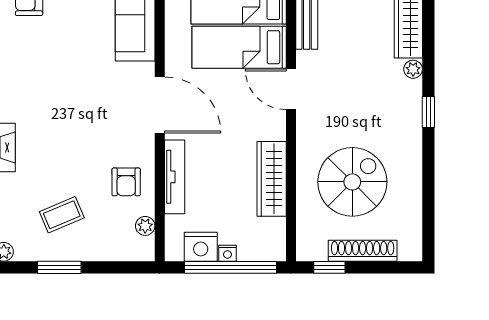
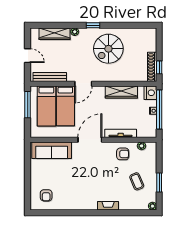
spiral stairs: (352, 182) -> (108, 49), moved, turned -90
nightstand: (201, 247) -> (150, 93), moved
shoe rack: (363, 251) -> (152, 67), moved

